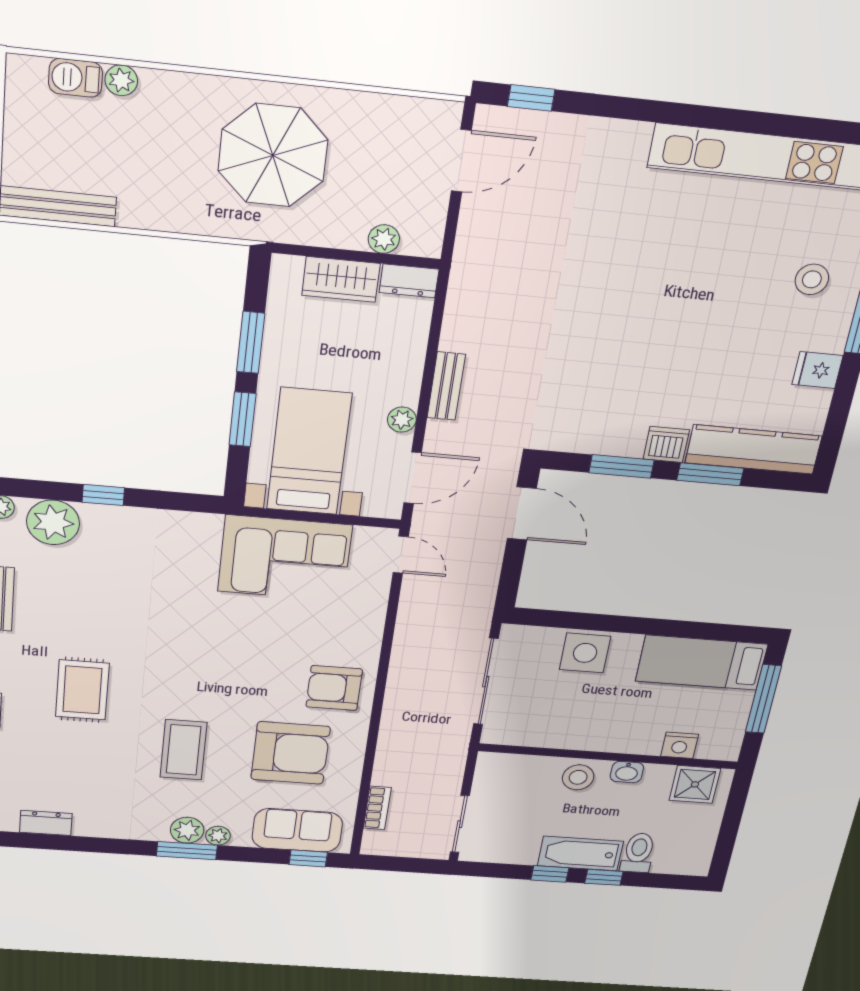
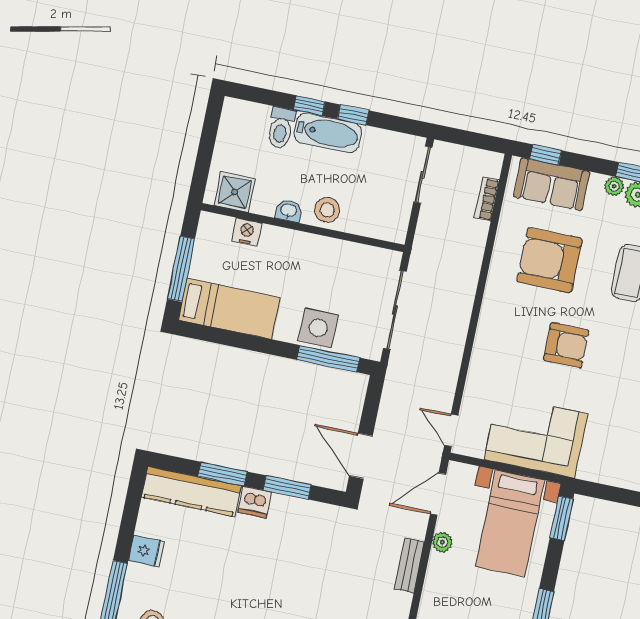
window: (242, 419) -> (561, 518), moved
window: (571, 620) -> (328, 359), added
armchair: (334, 688) -> (566, 345), moved

